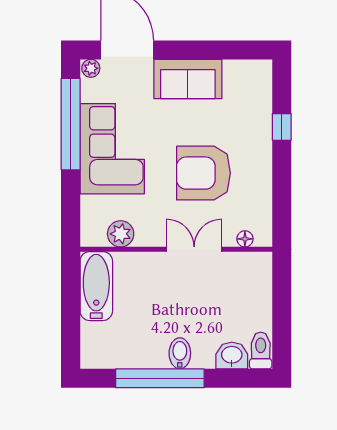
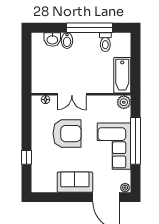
window: (71, 124) -> (135, 141), moved
plant: (121, 234) -> (124, 102), moved
toilet: (261, 351) -> (105, 42), moved
bidet: (180, 353) -> (67, 41), moved

